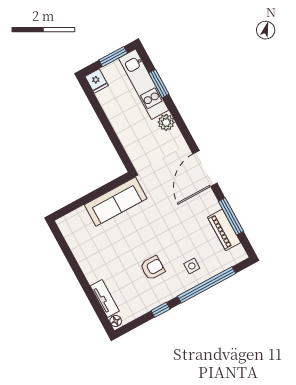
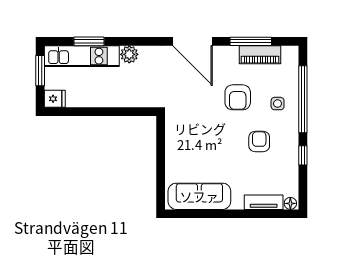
sofa: (116, 202) -> (199, 196), moved, turned -90
armchair: (179, 231) -> (238, 97), added

